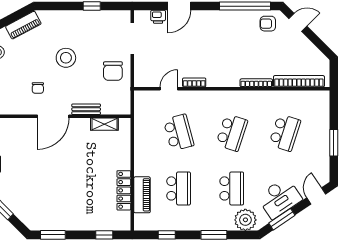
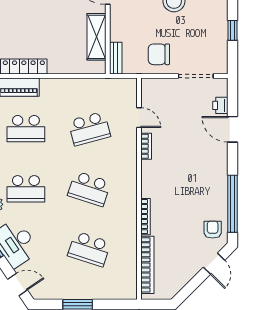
bench: (86, 109) -> (116, 58), moved
shelving: (104, 124) -> (96, 37), width x1.50, depth x1.33

